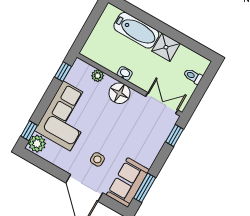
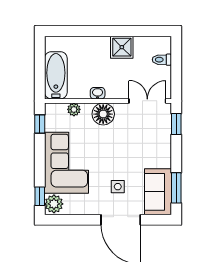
bathtub: (136, 30) -> (56, 75), moved, turned -90

